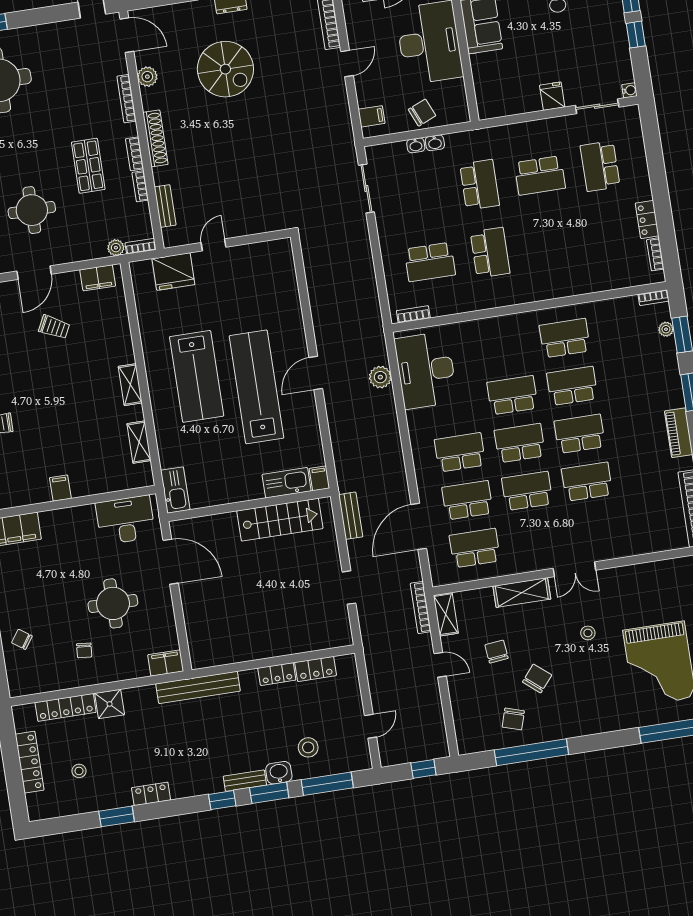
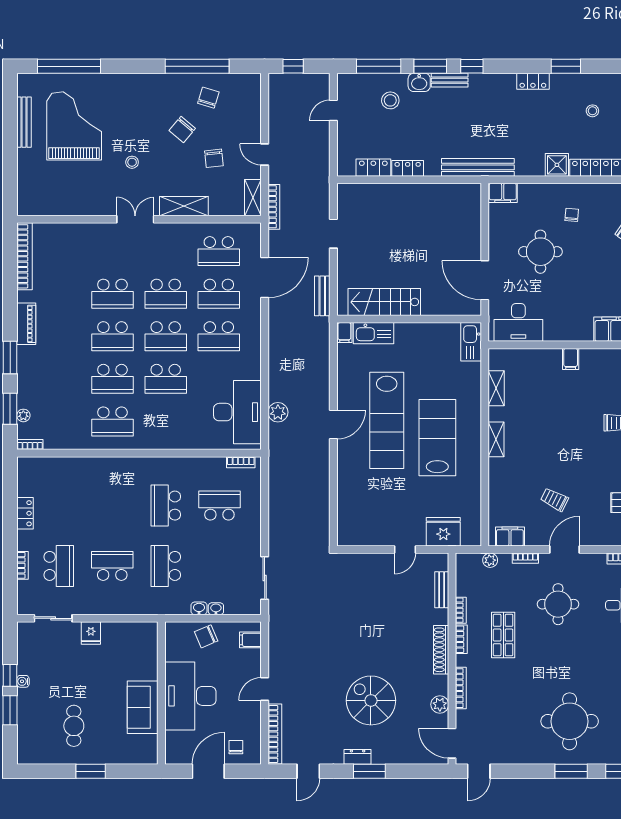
water cooler: (629, 90) -> (23, 681), moved
bookcase: (141, 246) -> (525, 558), moved
bookcase: (655, 254) -> (23, 565), moved

